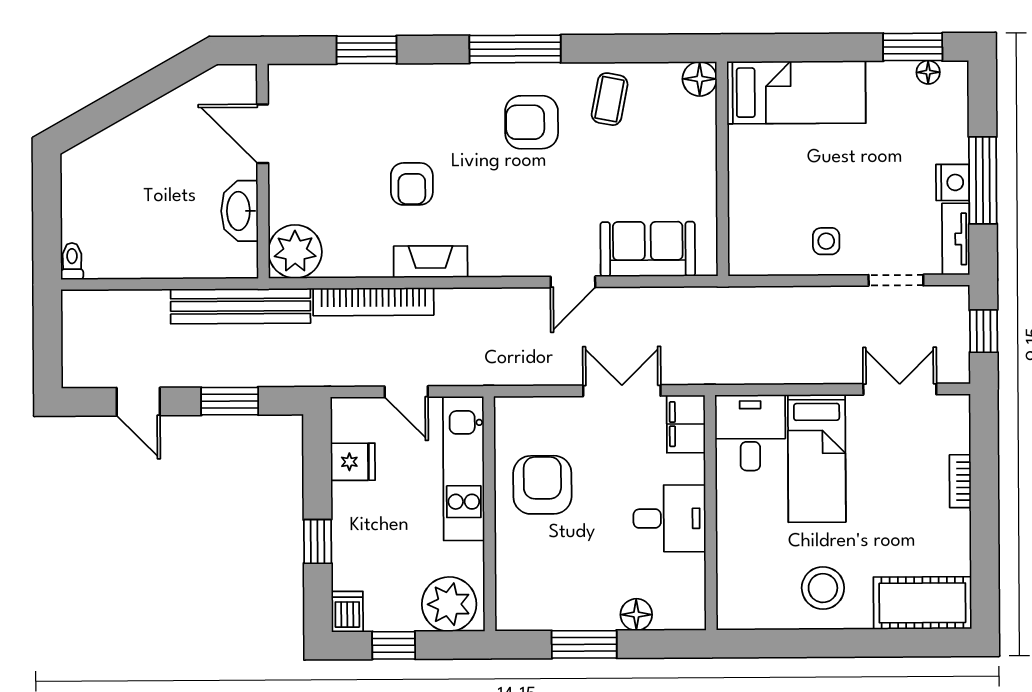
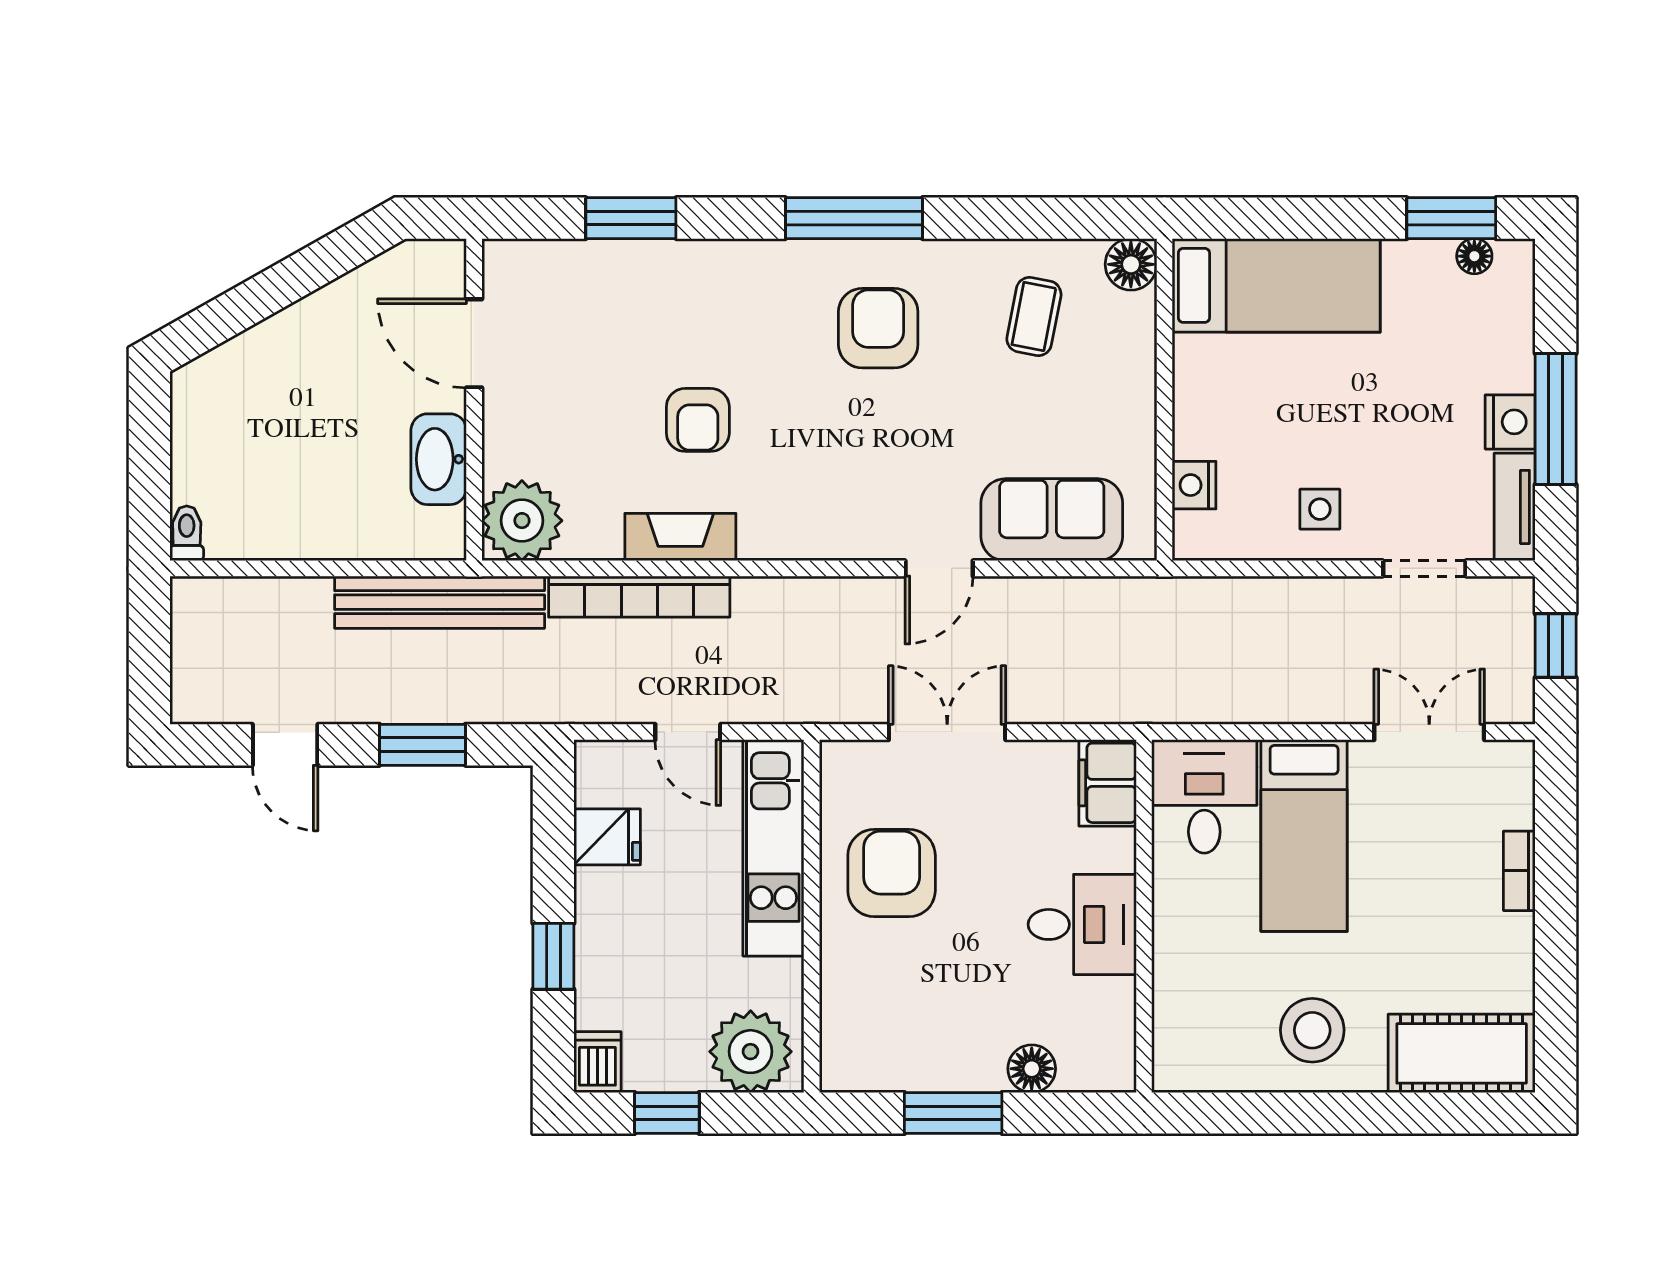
coffee table: (610, 99) -> (1034, 316), moved
armchair: (532, 122) -> (878, 328), turned 90
nightstand: (742, 226) -> (1194, 485), added
fireplace: (431, 262) -> (680, 537), moved
double door: (622, 391) -> (947, 732), moved

